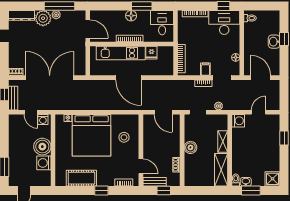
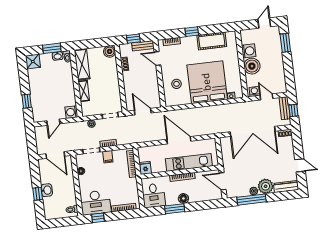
fridge: (151, 53) -> (145, 168), moved
boiler: (190, 147) -> (110, 51), moved

